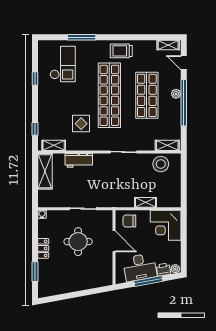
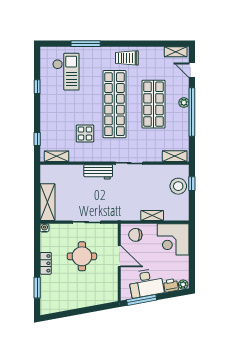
workbench: (79, 160) -> (98, 172), moved
stool: (161, 164) -> (178, 186), moved
shelving: (45, 171) -> (48, 202), moved
window: (184, 172) -> (192, 184), added
window: (148, 281) -> (142, 300), moved

